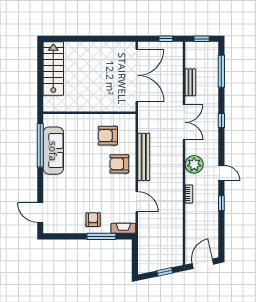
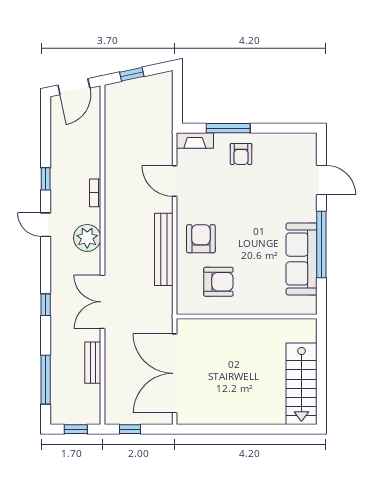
window: (40, 145) -> (321, 245), moved
armchair: (119, 164) -> (201, 239), turned -90
door: (40, 212) -> (321, 180), moved

